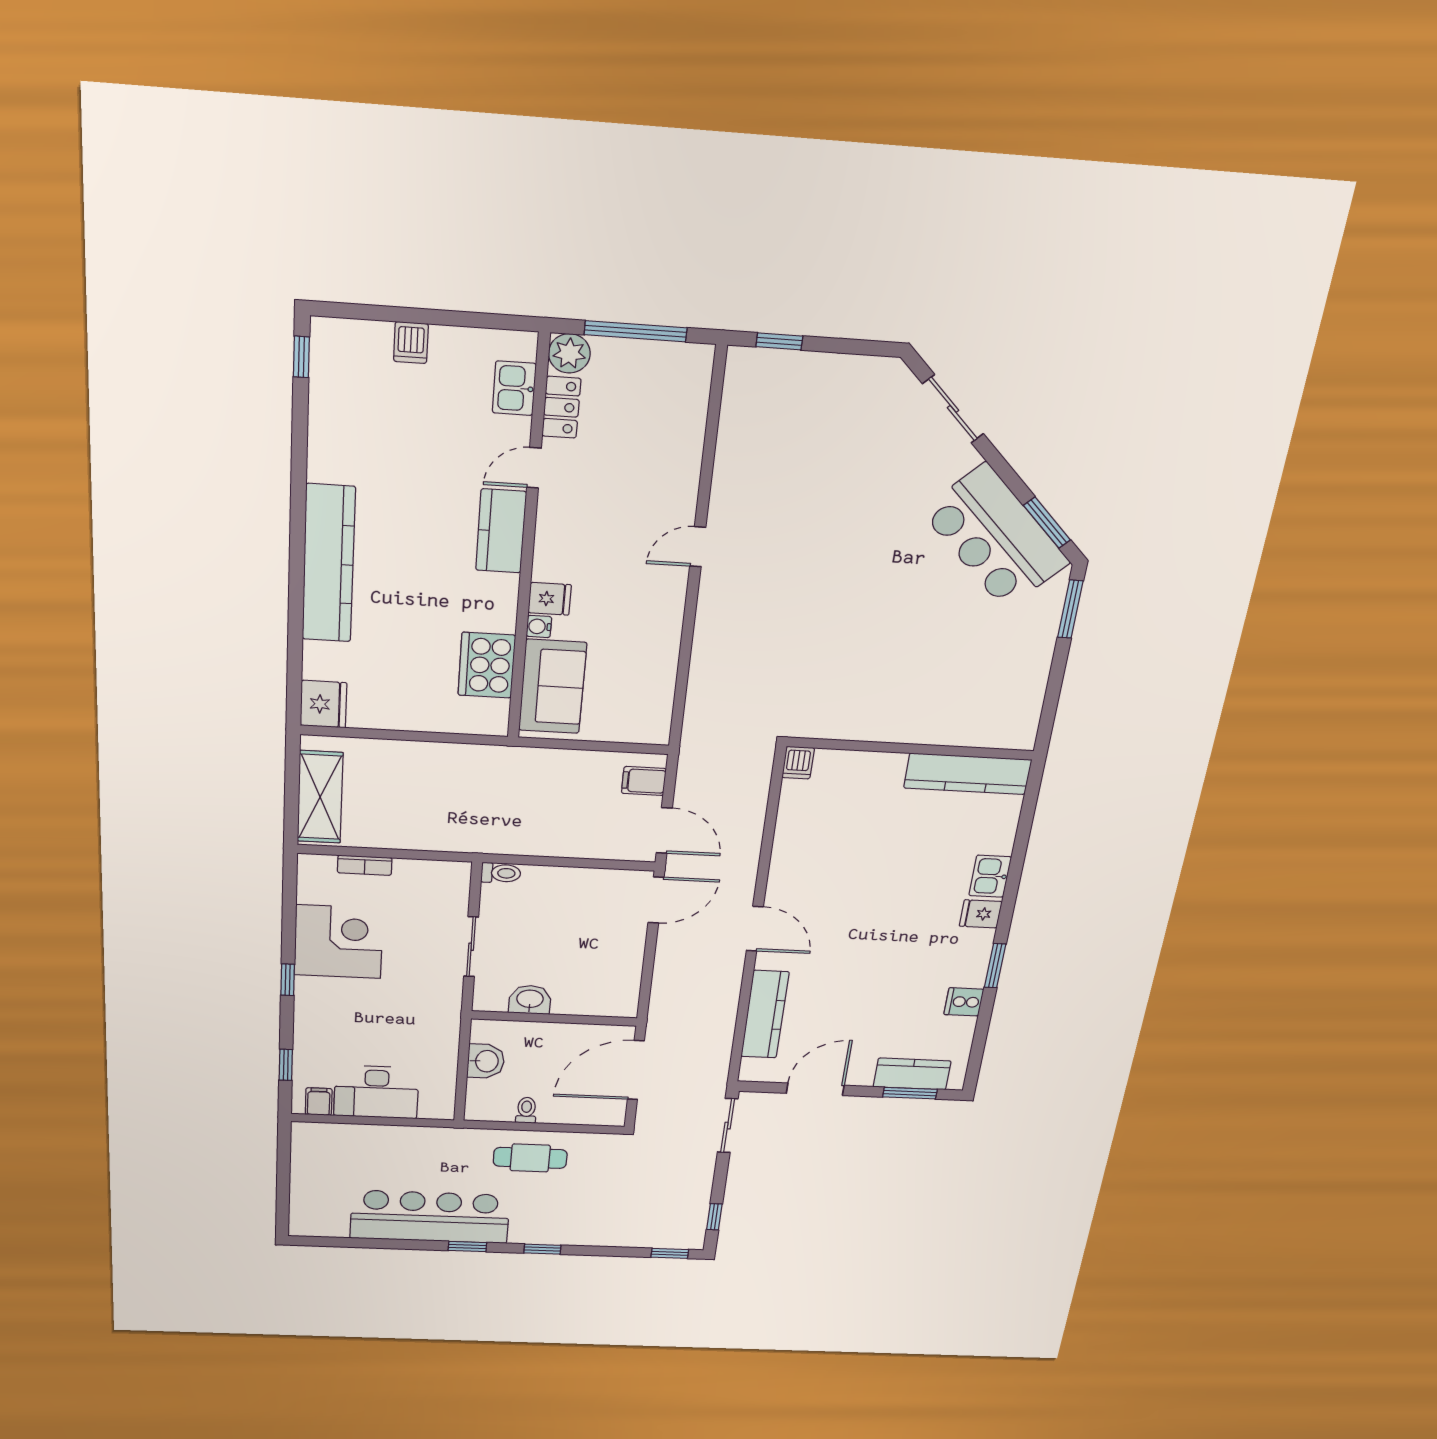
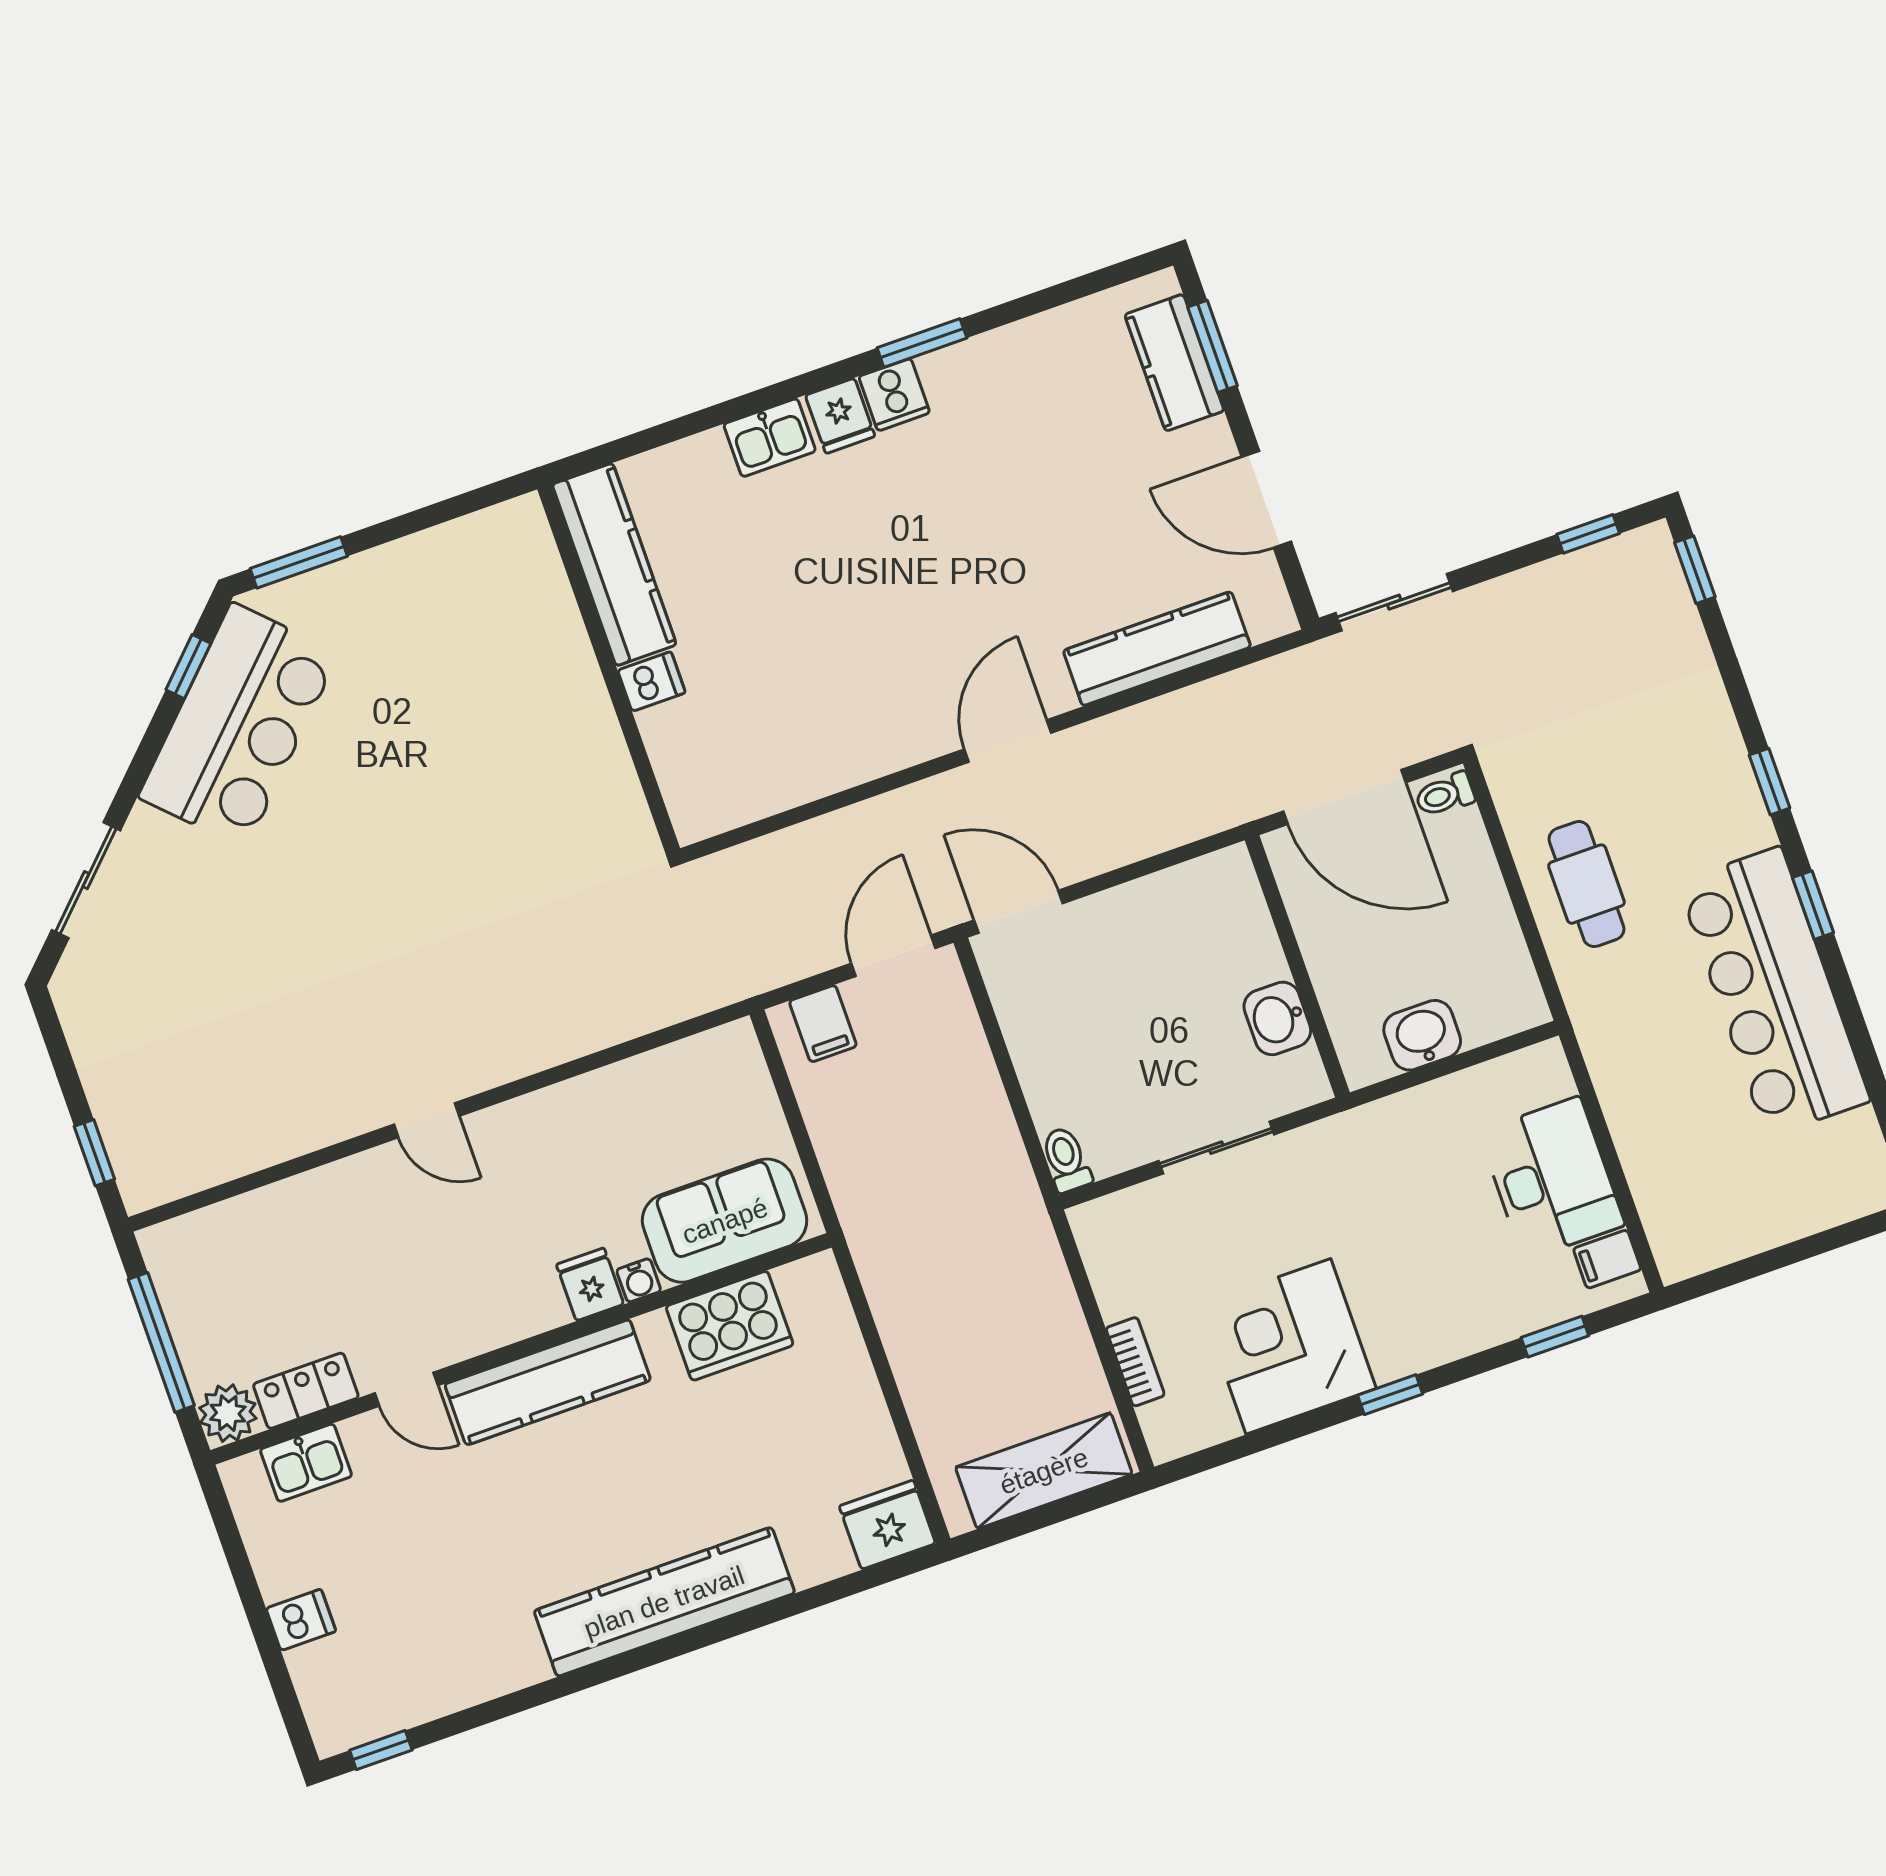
window: (1047, 523) -> (188, 667), width x0.67
kitchen counter: (501, 531) -> (548, 1382), width x1.50
dishwasher: (798, 763) -> (651, 681), moved
cooker: (964, 1002) -> (894, 395), moved
toilet: (526, 1110) -> (1445, 795), moved

